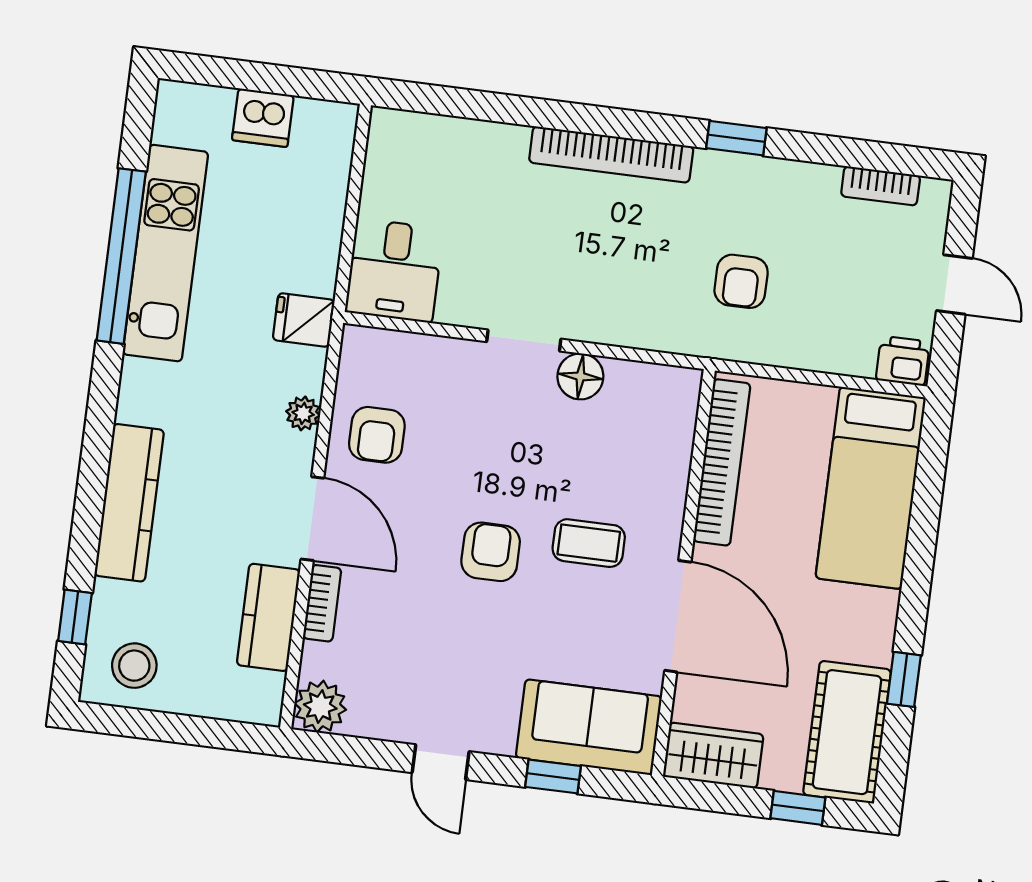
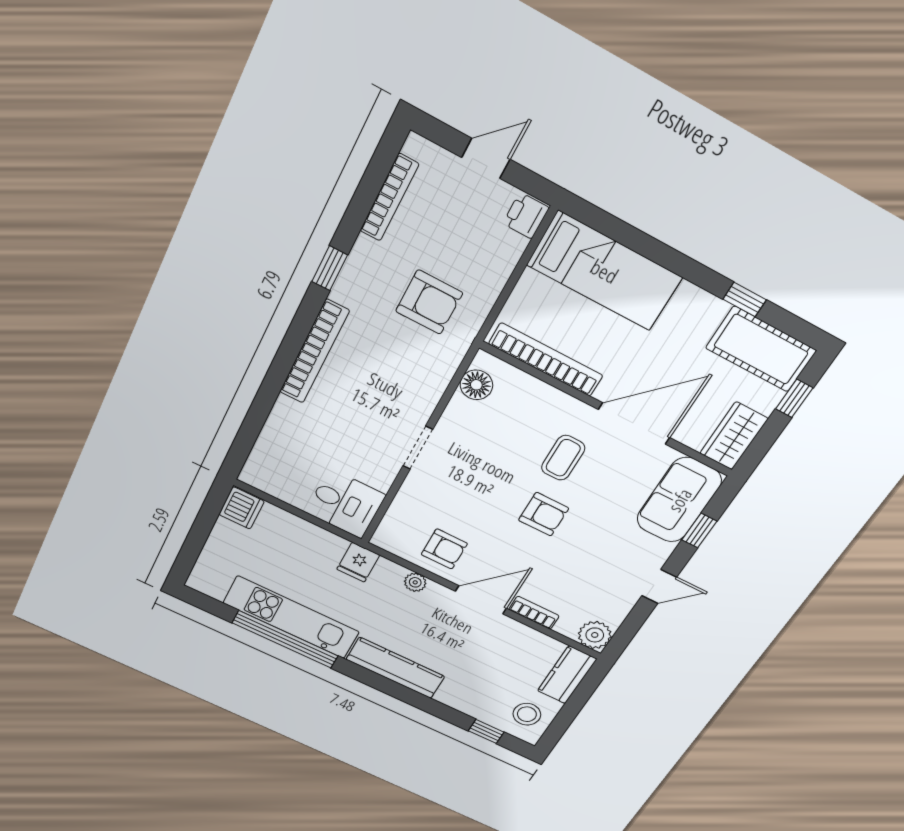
dishwasher: (263, 118) -> (242, 508), moved
bookcase: (881, 186) -> (389, 197), width x1.56
armchair: (741, 281) -> (429, 302), width x1.38, depth x1.38
floor lamp: (580, 376) -> (476, 385), moved
kitchen counter: (129, 503) -> (395, 668), moved
armchair: (491, 552) -> (544, 514), turned 180
kitchen counter: (268, 617) -> (567, 675), moved, turned 90

